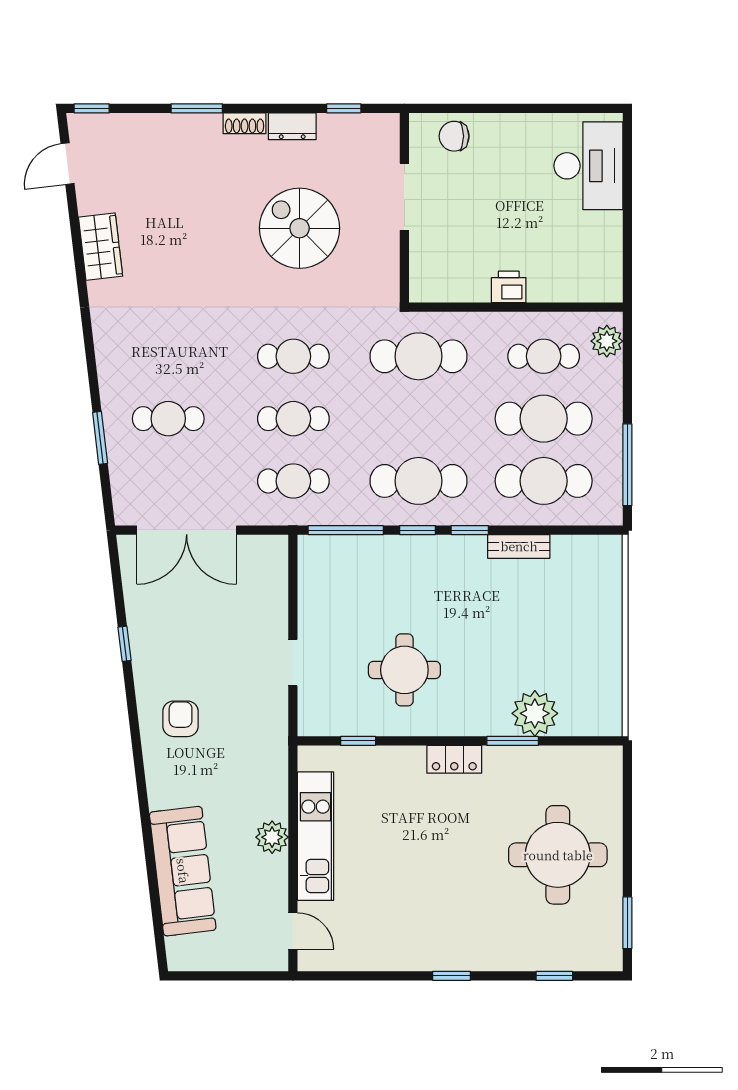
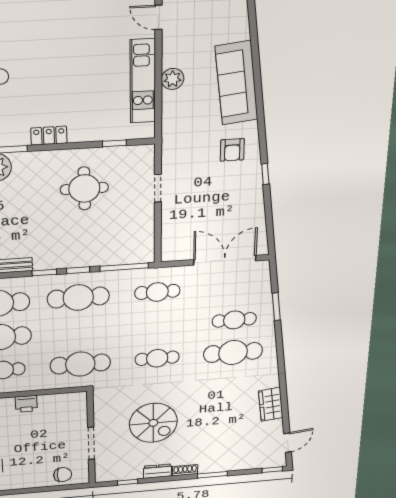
cafe table: (293, 419) -> (233, 352), moved, width x1.37, depth x1.35
window: (124, 644) -> (265, 174), moved
sofa: (183, 871) -> (237, 83), moved

